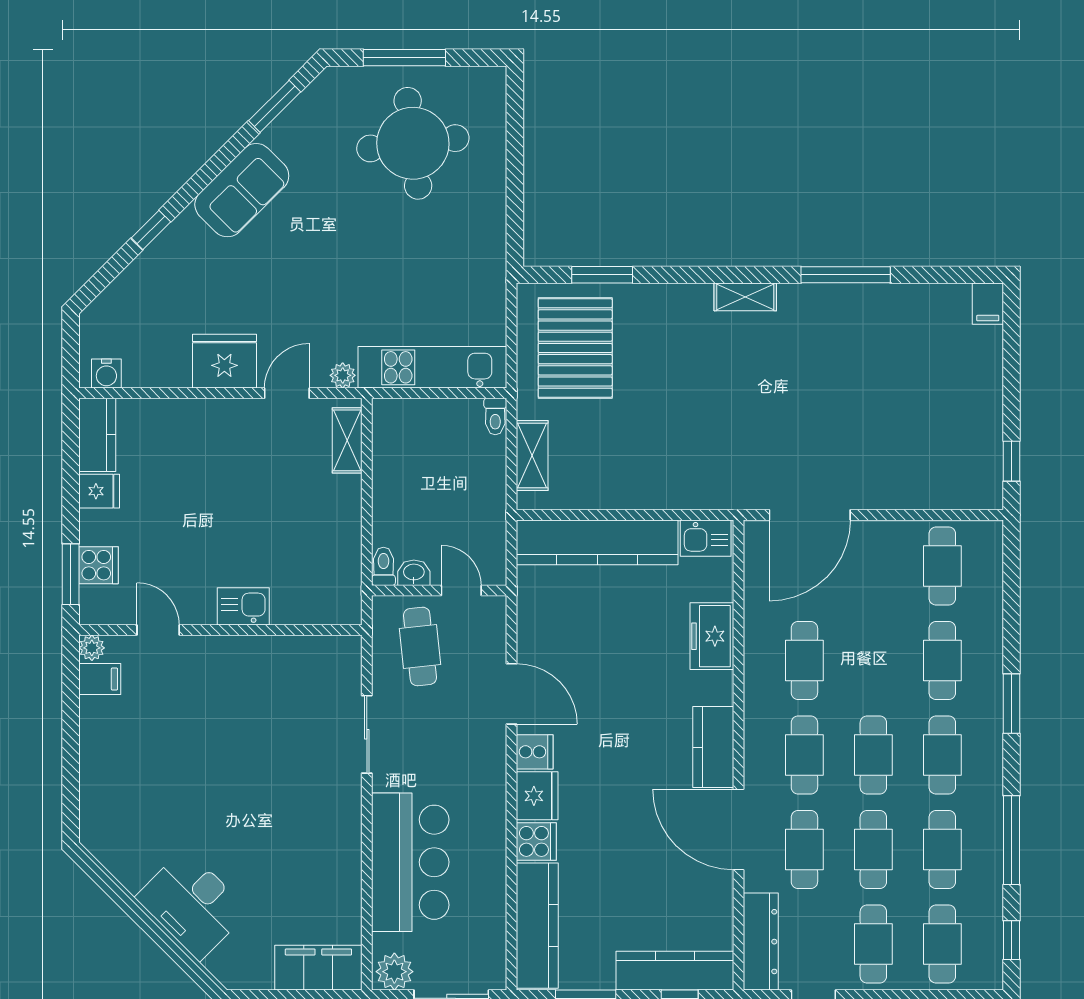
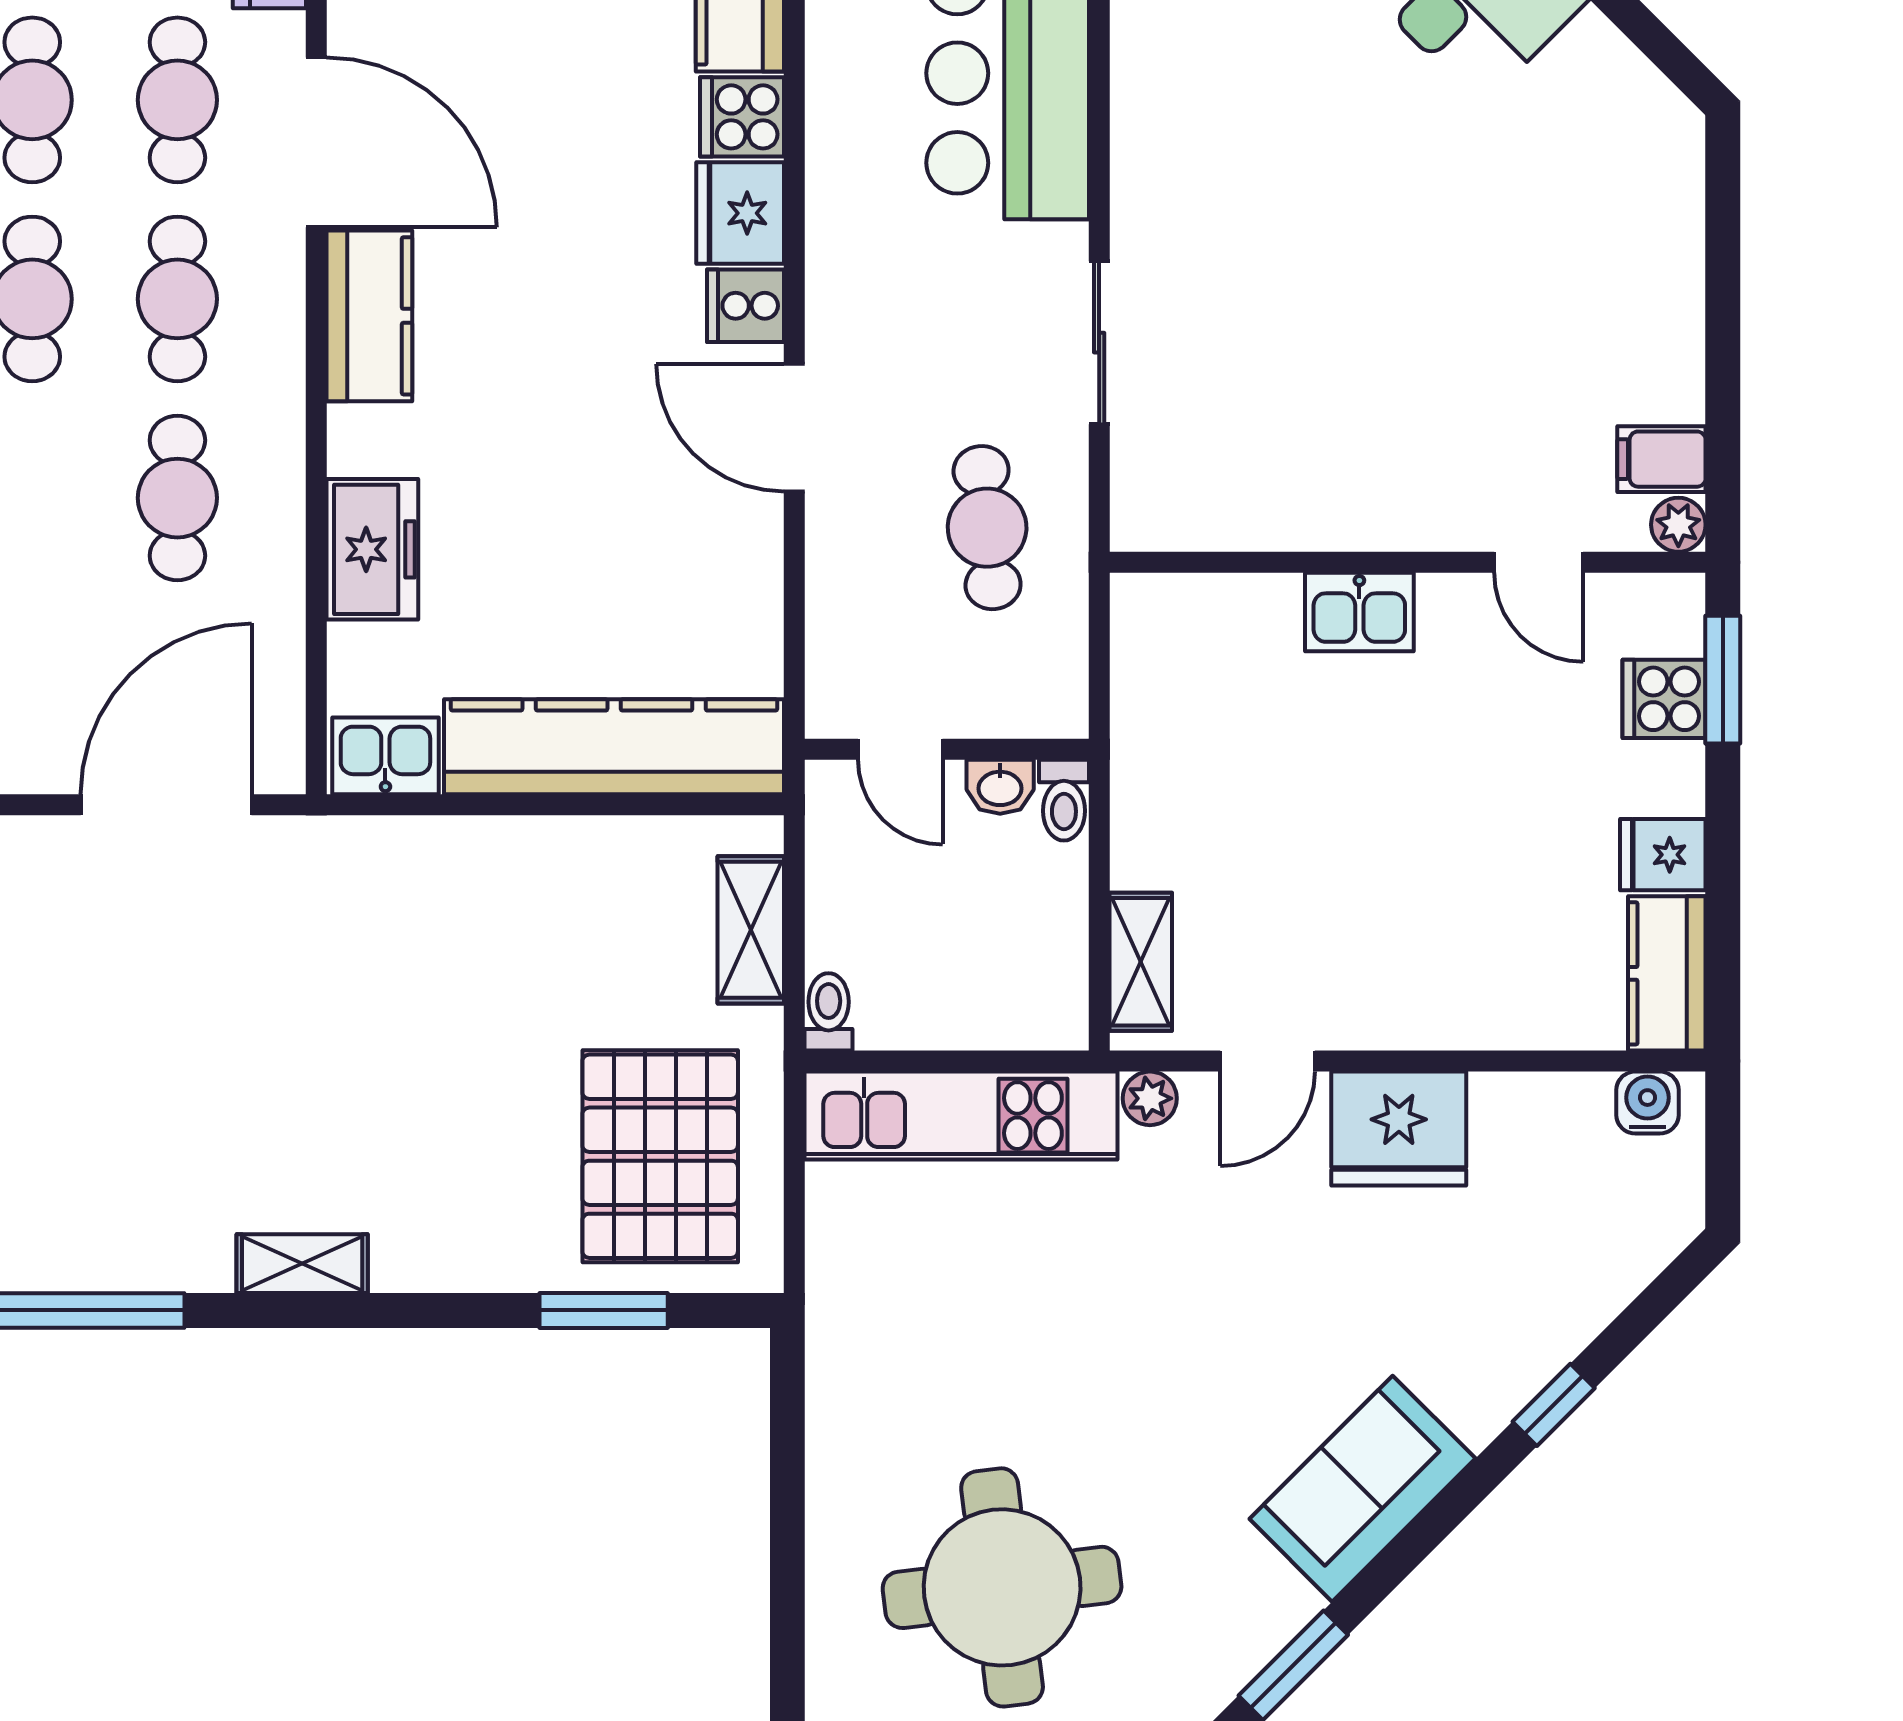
toilet: (383, 566) -> (1064, 800), moved
washbasin: (414, 573) -> (1000, 787), moved
wall: (439, 591) -> (947, 749), moved
door: (461, 591) -> (900, 749), moved

